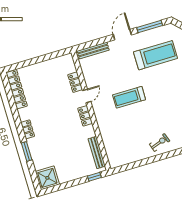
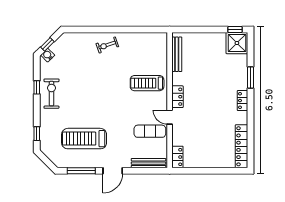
exercise mat: (100, 79) -> (150, 131), added
locker: (75, 82) -> (177, 157), moved
door: (87, 96) -> (170, 117), hinge flipped
treadmill: (129, 97) -> (147, 83), moved, turned 180
window: (94, 177) -> (235, 29), moved

